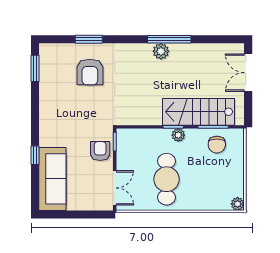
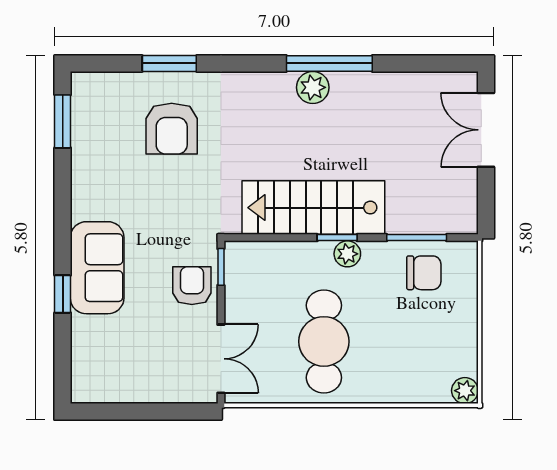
stairs: (198, 112) -> (313, 208), moved
chair: (217, 145) -> (424, 273), turned -90
sofa: (52, 179) -> (97, 268), moved, width x0.73

